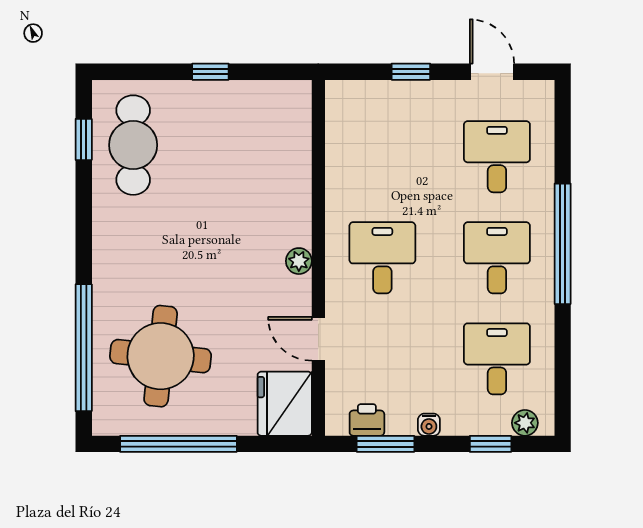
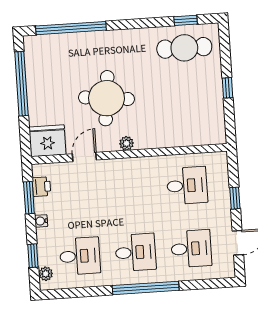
desk: (382, 258) -> (187, 186), moved
round table: (161, 356) -> (106, 98), moved

